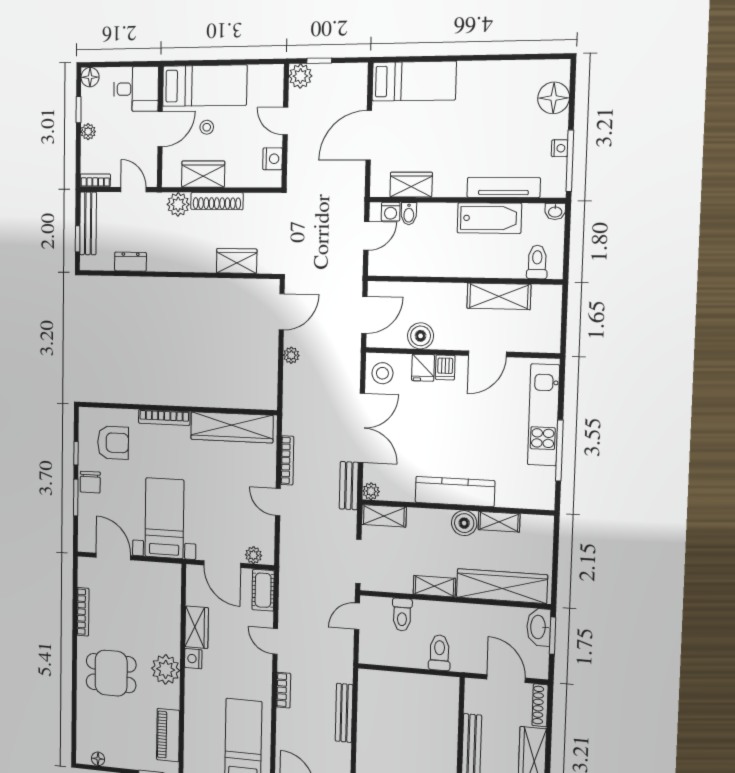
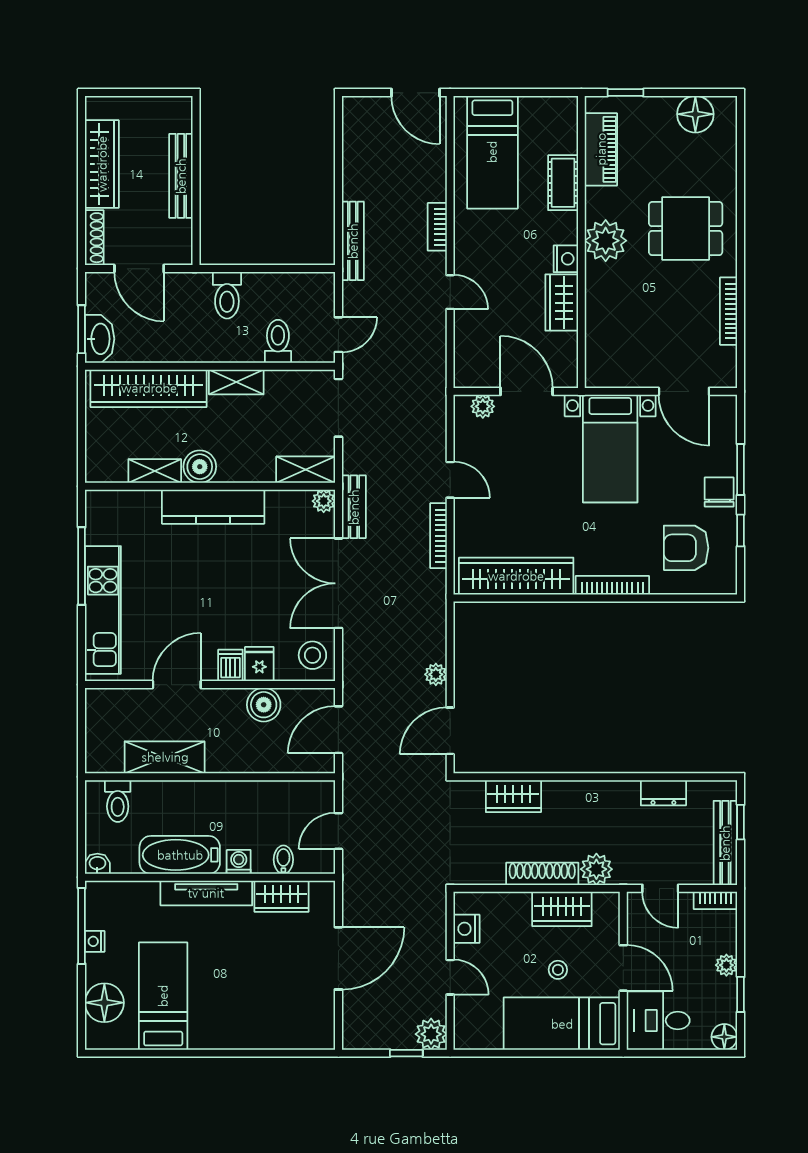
bed: (414, 81) -> (163, 996), moved, turned 90
door: (160, 129) -> (623, 968), swing flipped
tv unit: (503, 188) -> (206, 893), moved
washing machine: (391, 212) -> (239, 862), moved
cot: (263, 590) -> (563, 183), moved
bench: (344, 713) -> (353, 241), moved
floor lamp: (98, 759) -> (695, 114), width x1.89, depth x1.89

